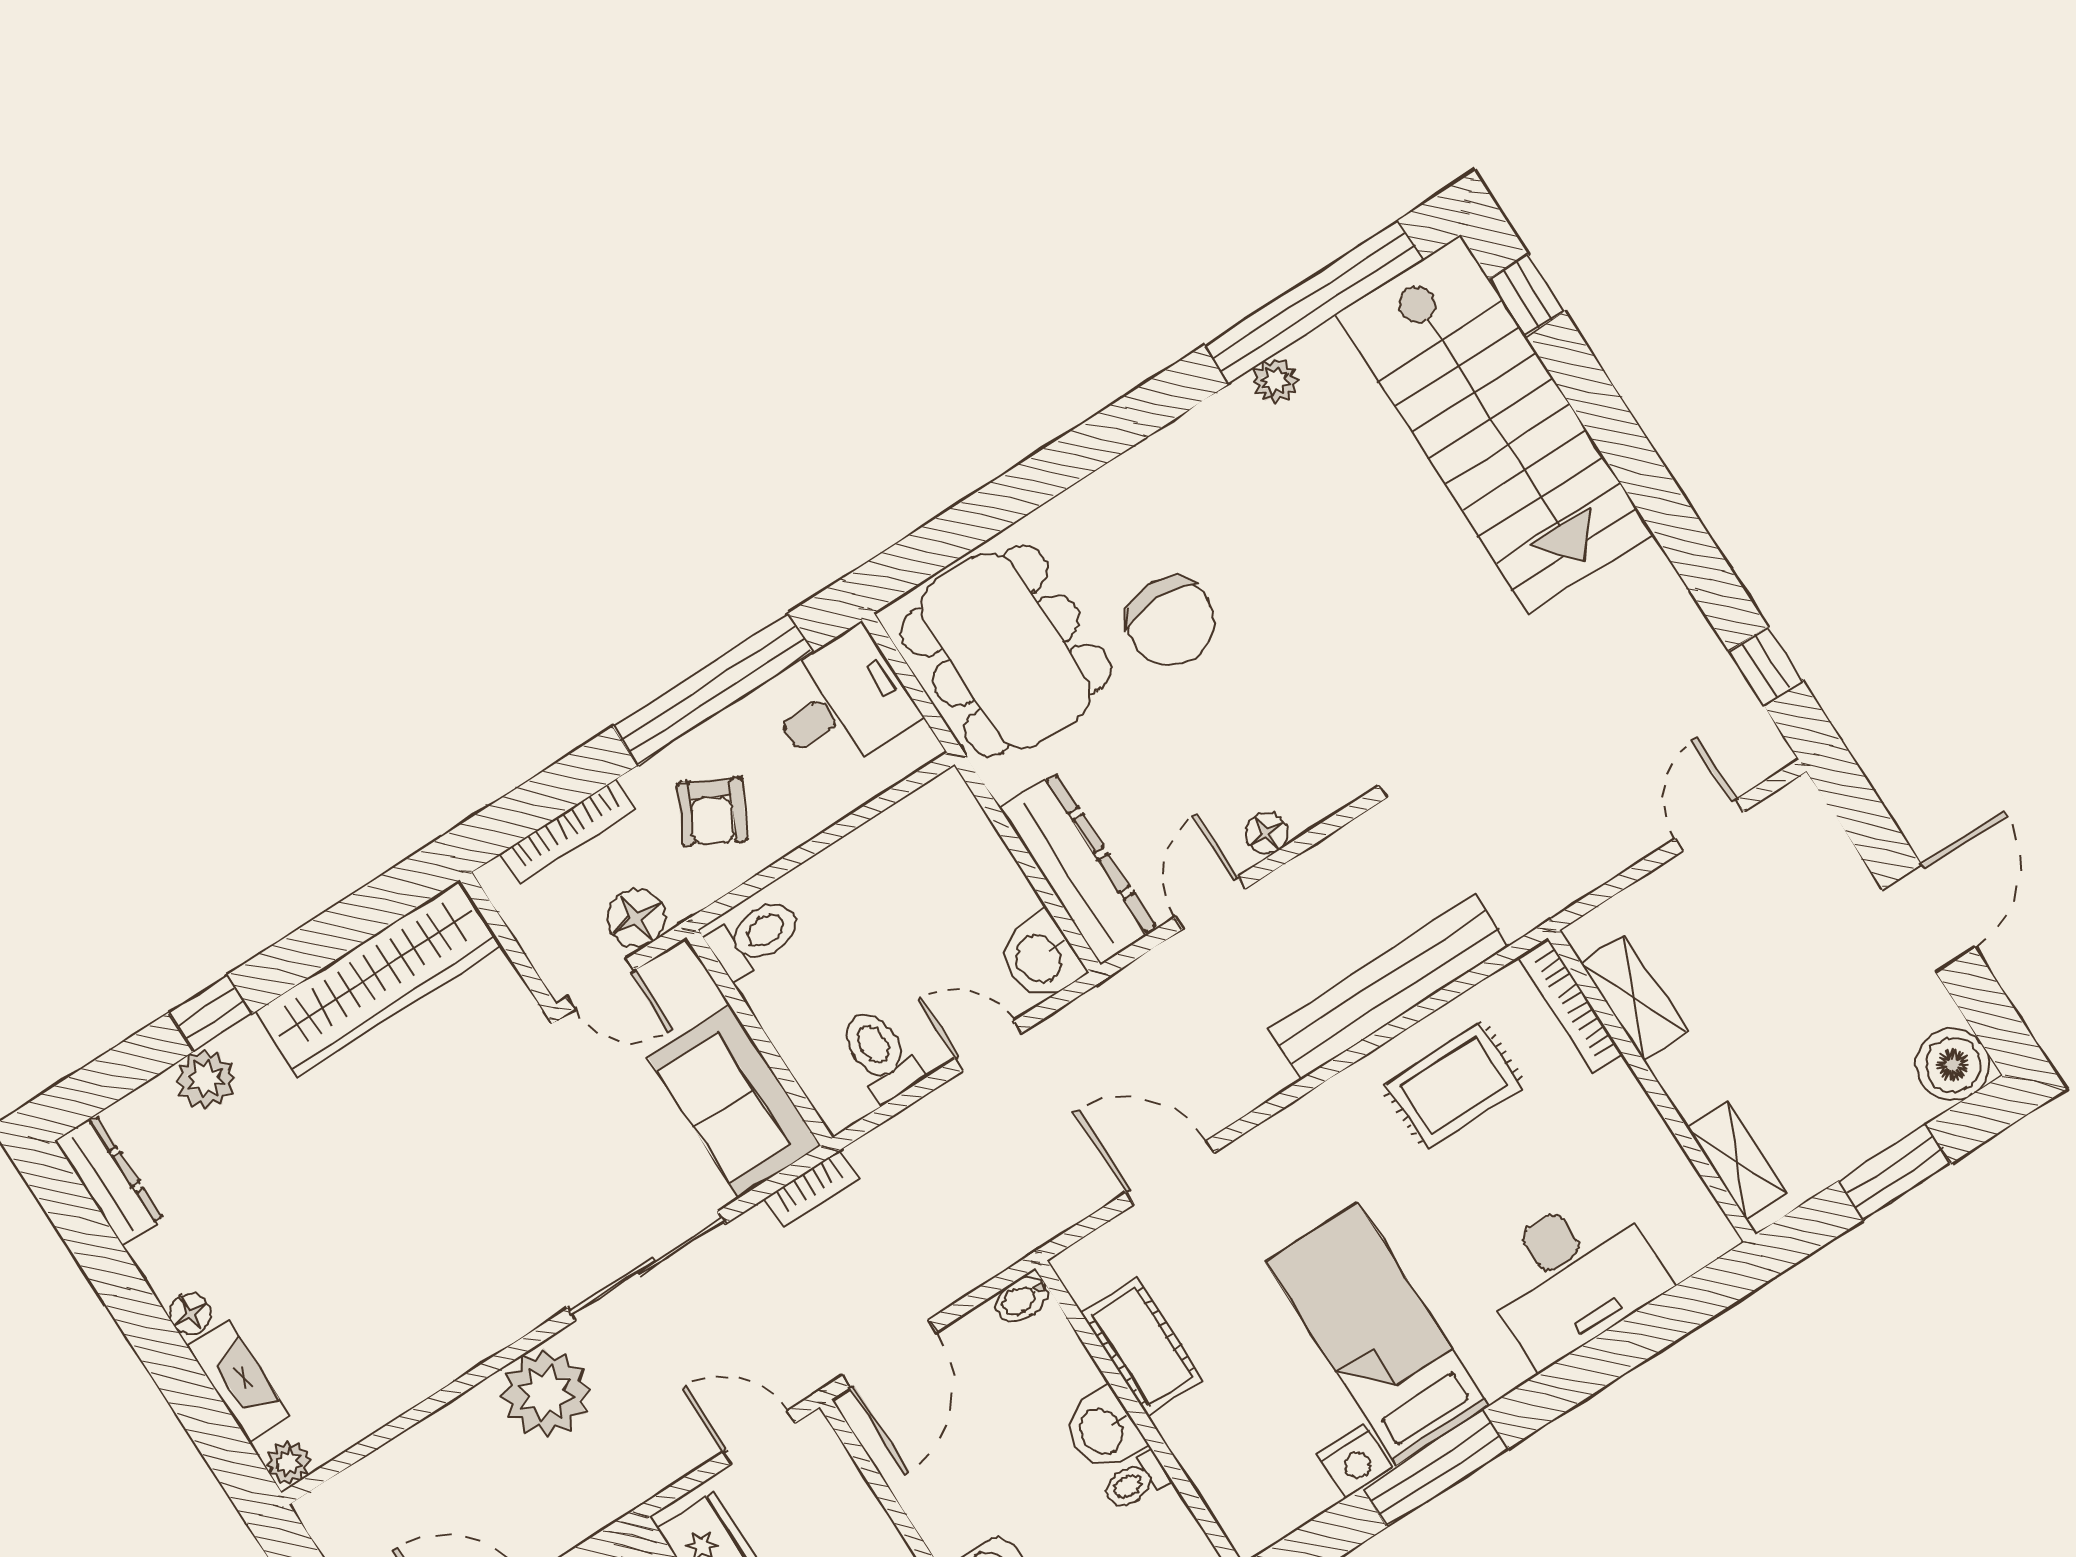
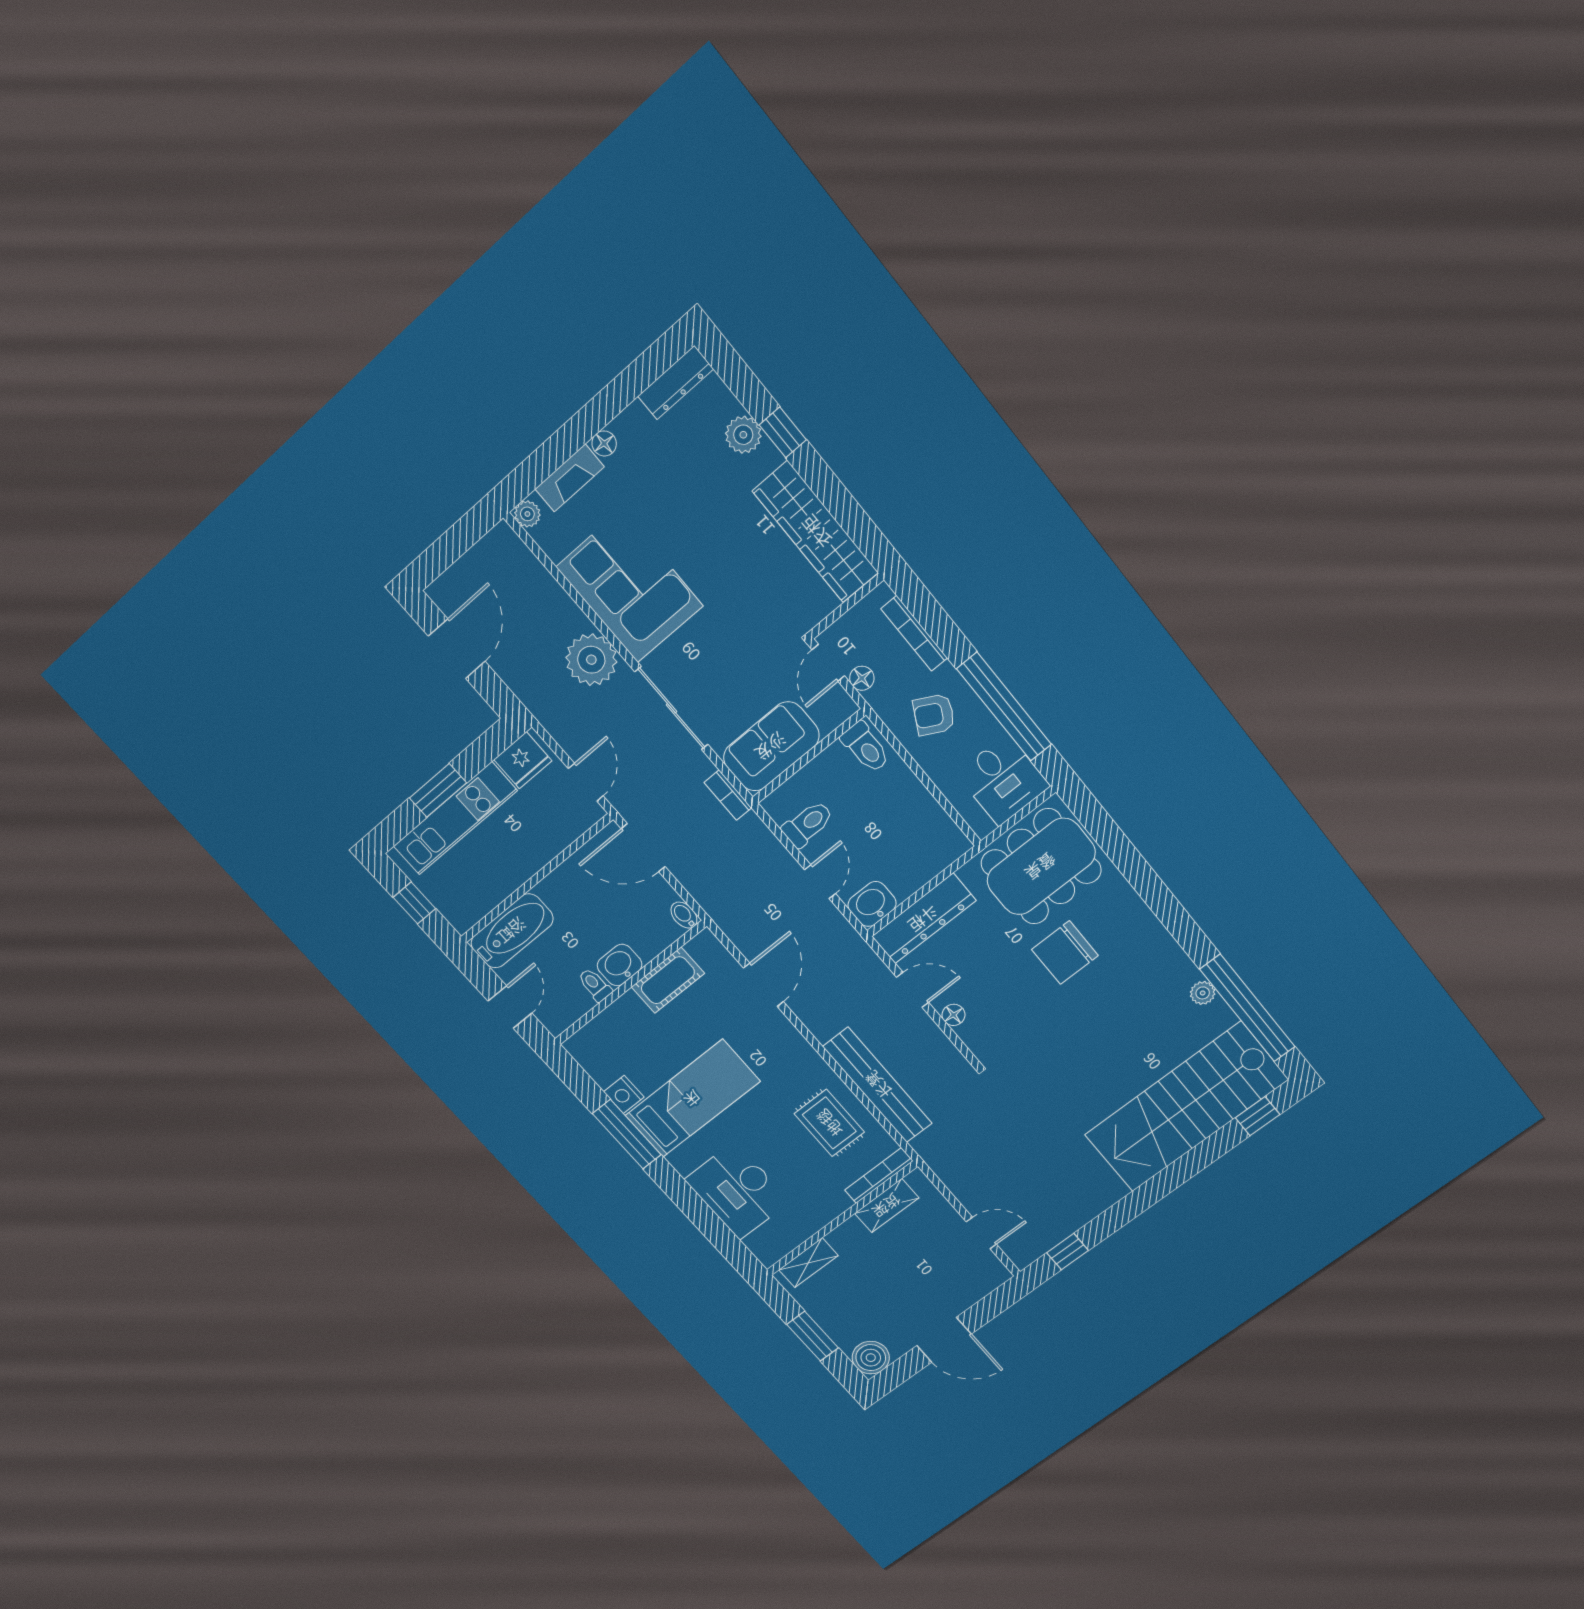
floor lamp: (636, 918) -> (862, 678), width x0.73, depth x0.73
corner sofa: (430, 1307) -> (630, 586), added

